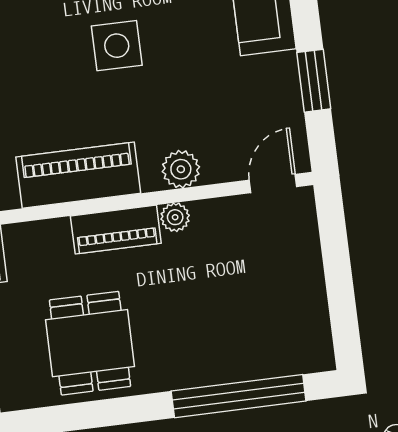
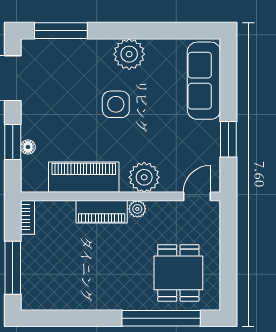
plant: (181, 169) -> (144, 177), width x1.36, depth x1.36
dining table: (90, 343) -> (178, 273), moved

